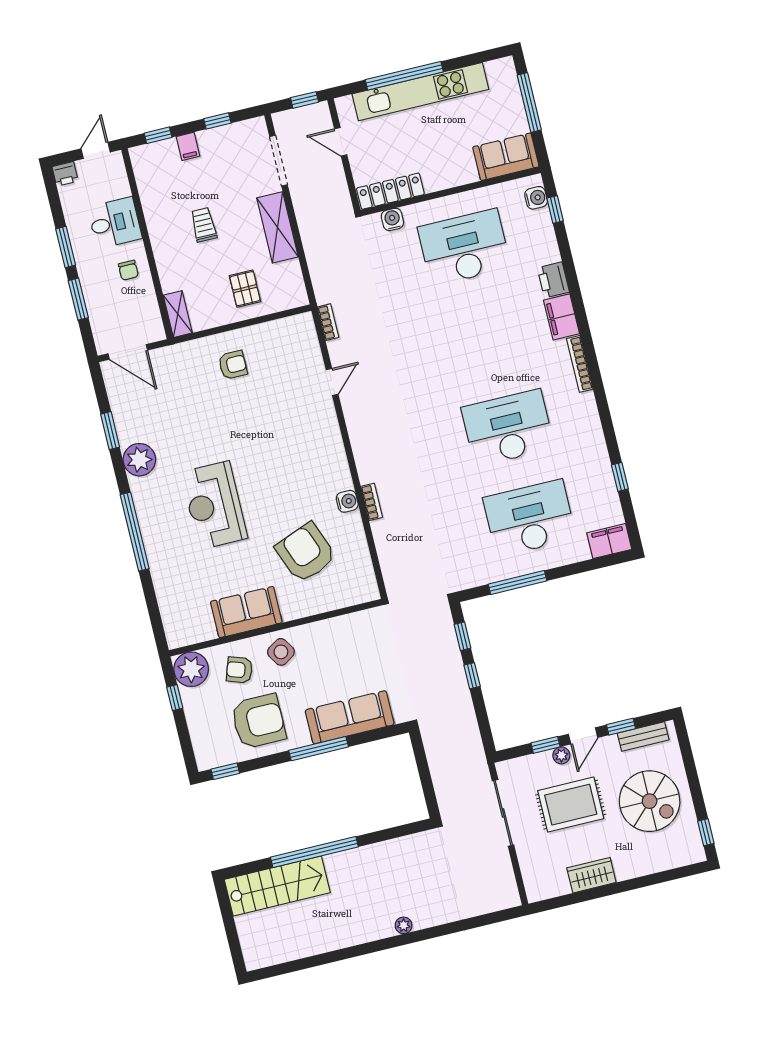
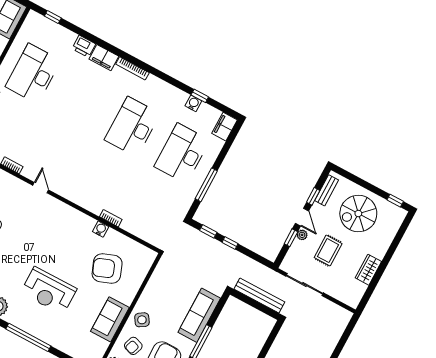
water cooler: (536, 198) -> (193, 103), moved
bench: (440, 769) -> (259, 295), added
spiral stairs: (650, 801) -> (358, 214), turned 180
rug: (571, 805) -> (328, 251), width x0.73, depth x0.70

